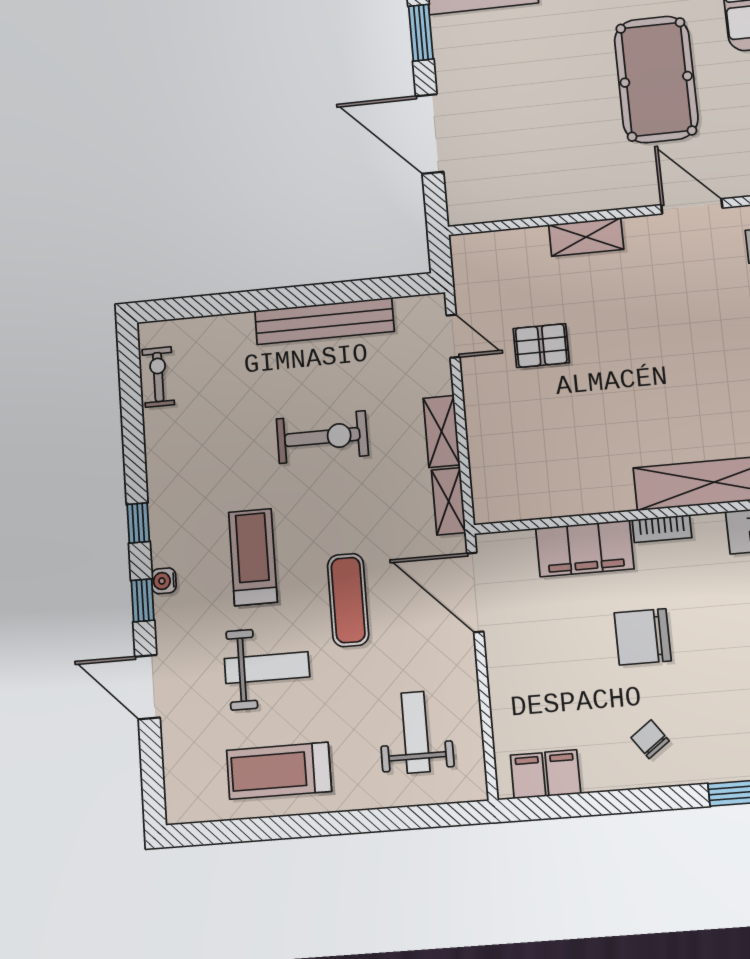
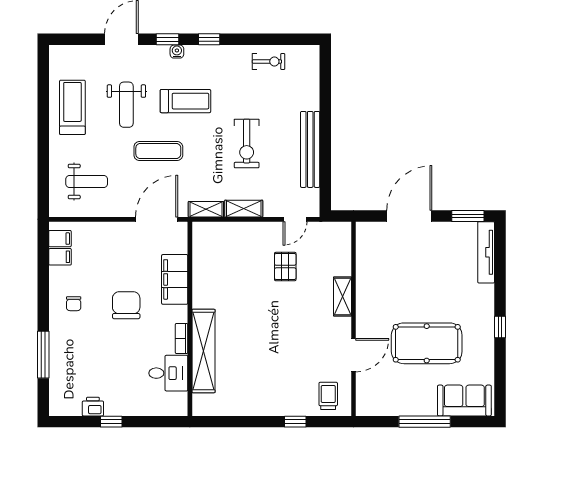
exercise bike: (158, 377) -> (269, 61), moved
bookcase: (662, 529) -> (182, 339), moved
chair: (650, 739) -> (74, 304), turned 126

